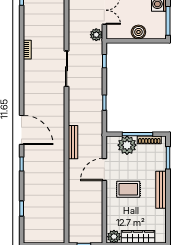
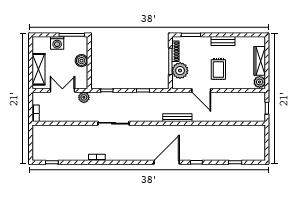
bench: (161, 190) -> (223, 41), width x0.73

